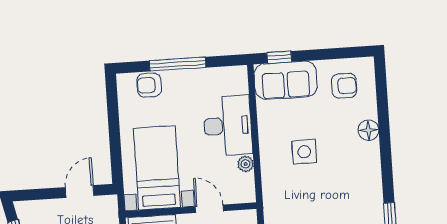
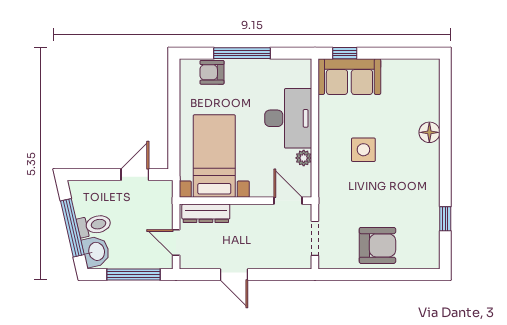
armchair: (344, 86) -> (408, 86), removed
door: (209, 209) -> (288, 201), moved

